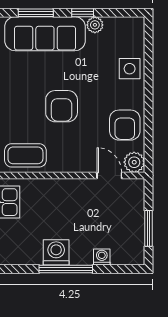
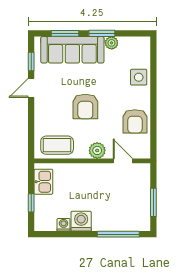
window: (83, 13) -> (102, 33), width x1.50
plant: (134, 162) -> (97, 150), moved
washing machine: (102, 257) -> (64, 225), moved
window: (66, 269) -> (118, 234), moved

